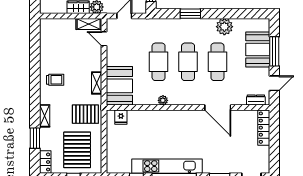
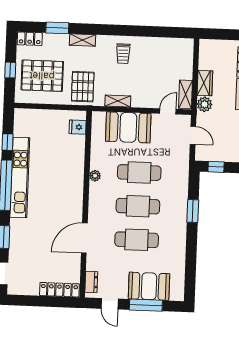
plant: (224, 27) -> (176, 249), removed
booth: (119, 86) -> (128, 127), moved

